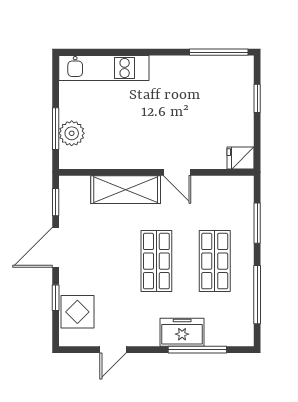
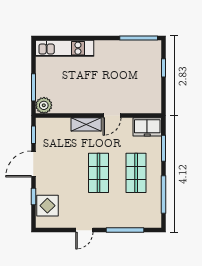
plant: (72, 133) -> (44, 105), moved
fridge: (240, 158) -> (153, 106), removed
door: (177, 172) -> (112, 116), hinge flipped
shelving: (126, 190) -> (86, 124), width x0.67, depth x0.75
freezer: (182, 332) -> (147, 127), moved, turned 180
door: (113, 350) -> (84, 230), moved

